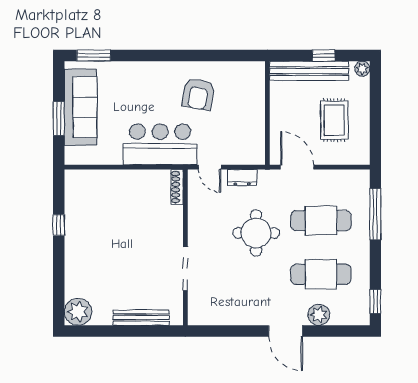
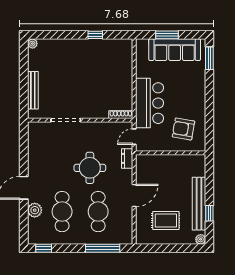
wall: (267, 113) -> (171, 153), moved
plant: (78, 312) -> (32, 44), width x0.53, depth x0.53

